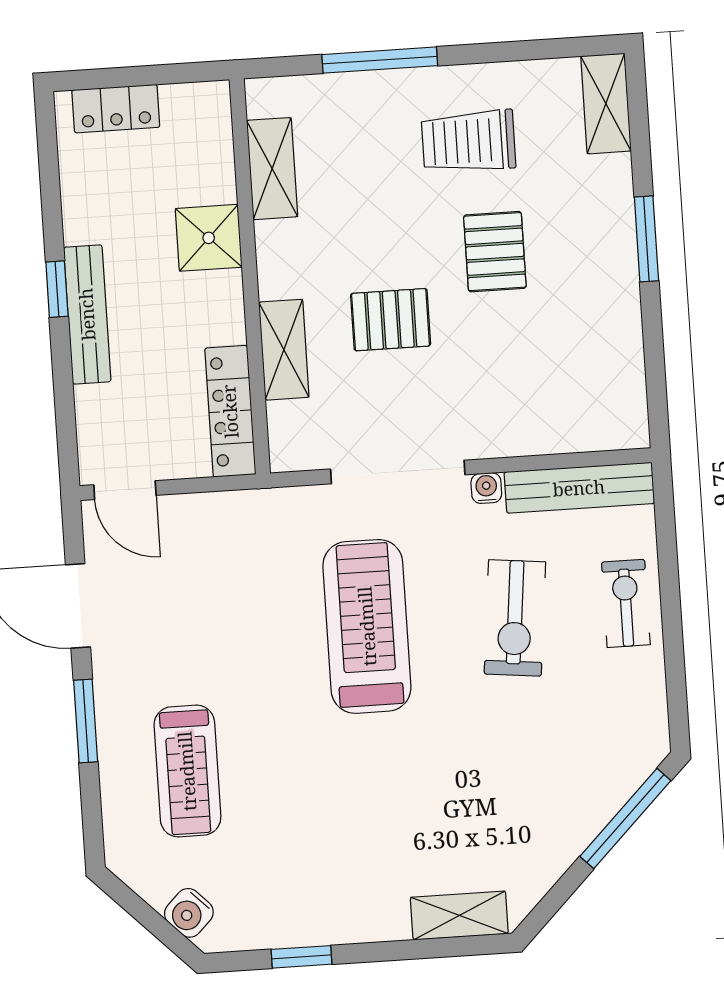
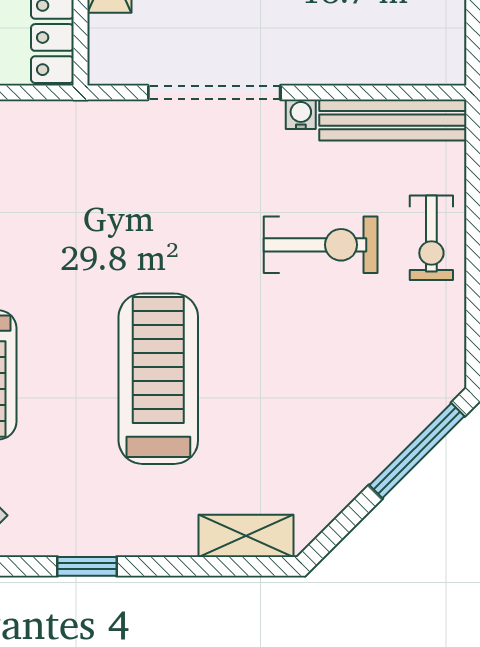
exercise bike: (626, 603) -> (431, 238), turned 180
exercise bike: (515, 618) -> (321, 245), turned -96
treadmill: (367, 626) -> (158, 379), moved

